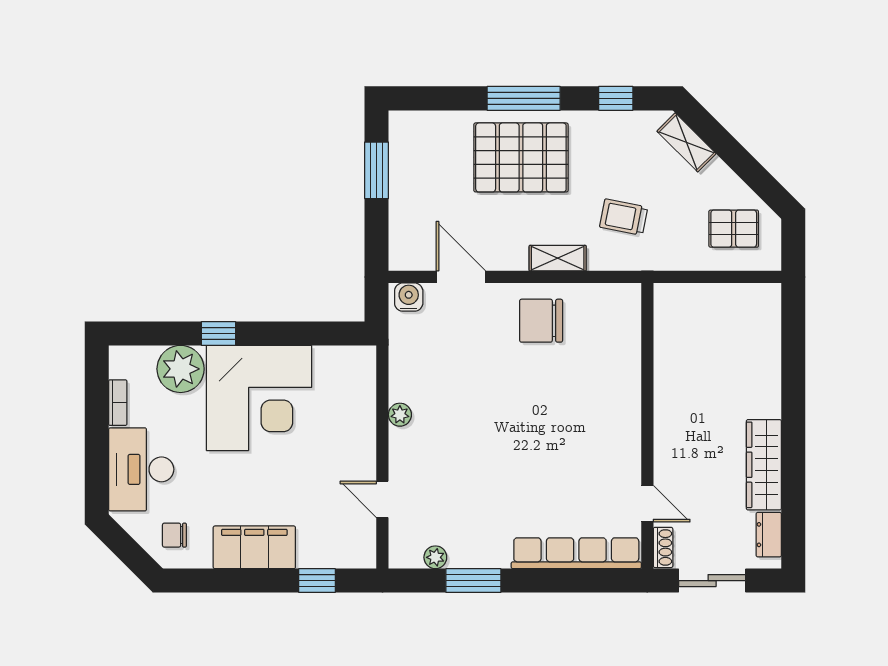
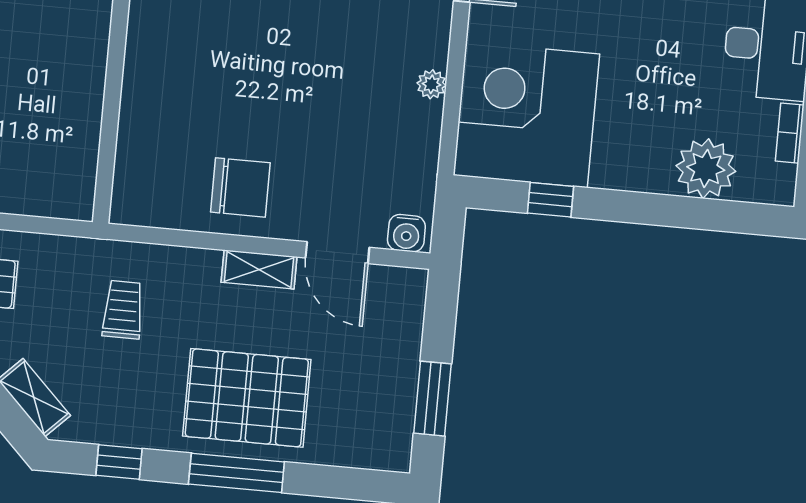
trolley: (624, 217) -> (123, 310), turned -101
shelving: (558, 258) -> (259, 269), moved
window: (219, 333) -> (550, 200), moved
corner desk: (259, 398) -> (526, 115), moved

